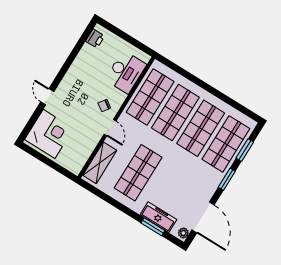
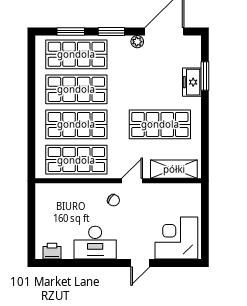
desk: (126, 72) -> (95, 243), moved, turned 180
freezer: (158, 217) -> (192, 82), width x0.71
plant: (183, 233) -> (137, 42), moved

